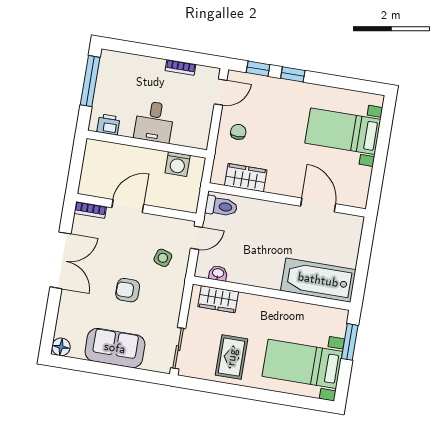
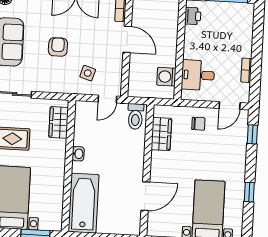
window: (293, 74) -> (249, 192), moved
door: (221, 92) -> (230, 106), hinge flipped
desk: (154, 122) -> (198, 75), moved
door: (196, 238) -> (107, 99), hinge flipped
washbasin: (218, 273) -> (78, 154), moved

